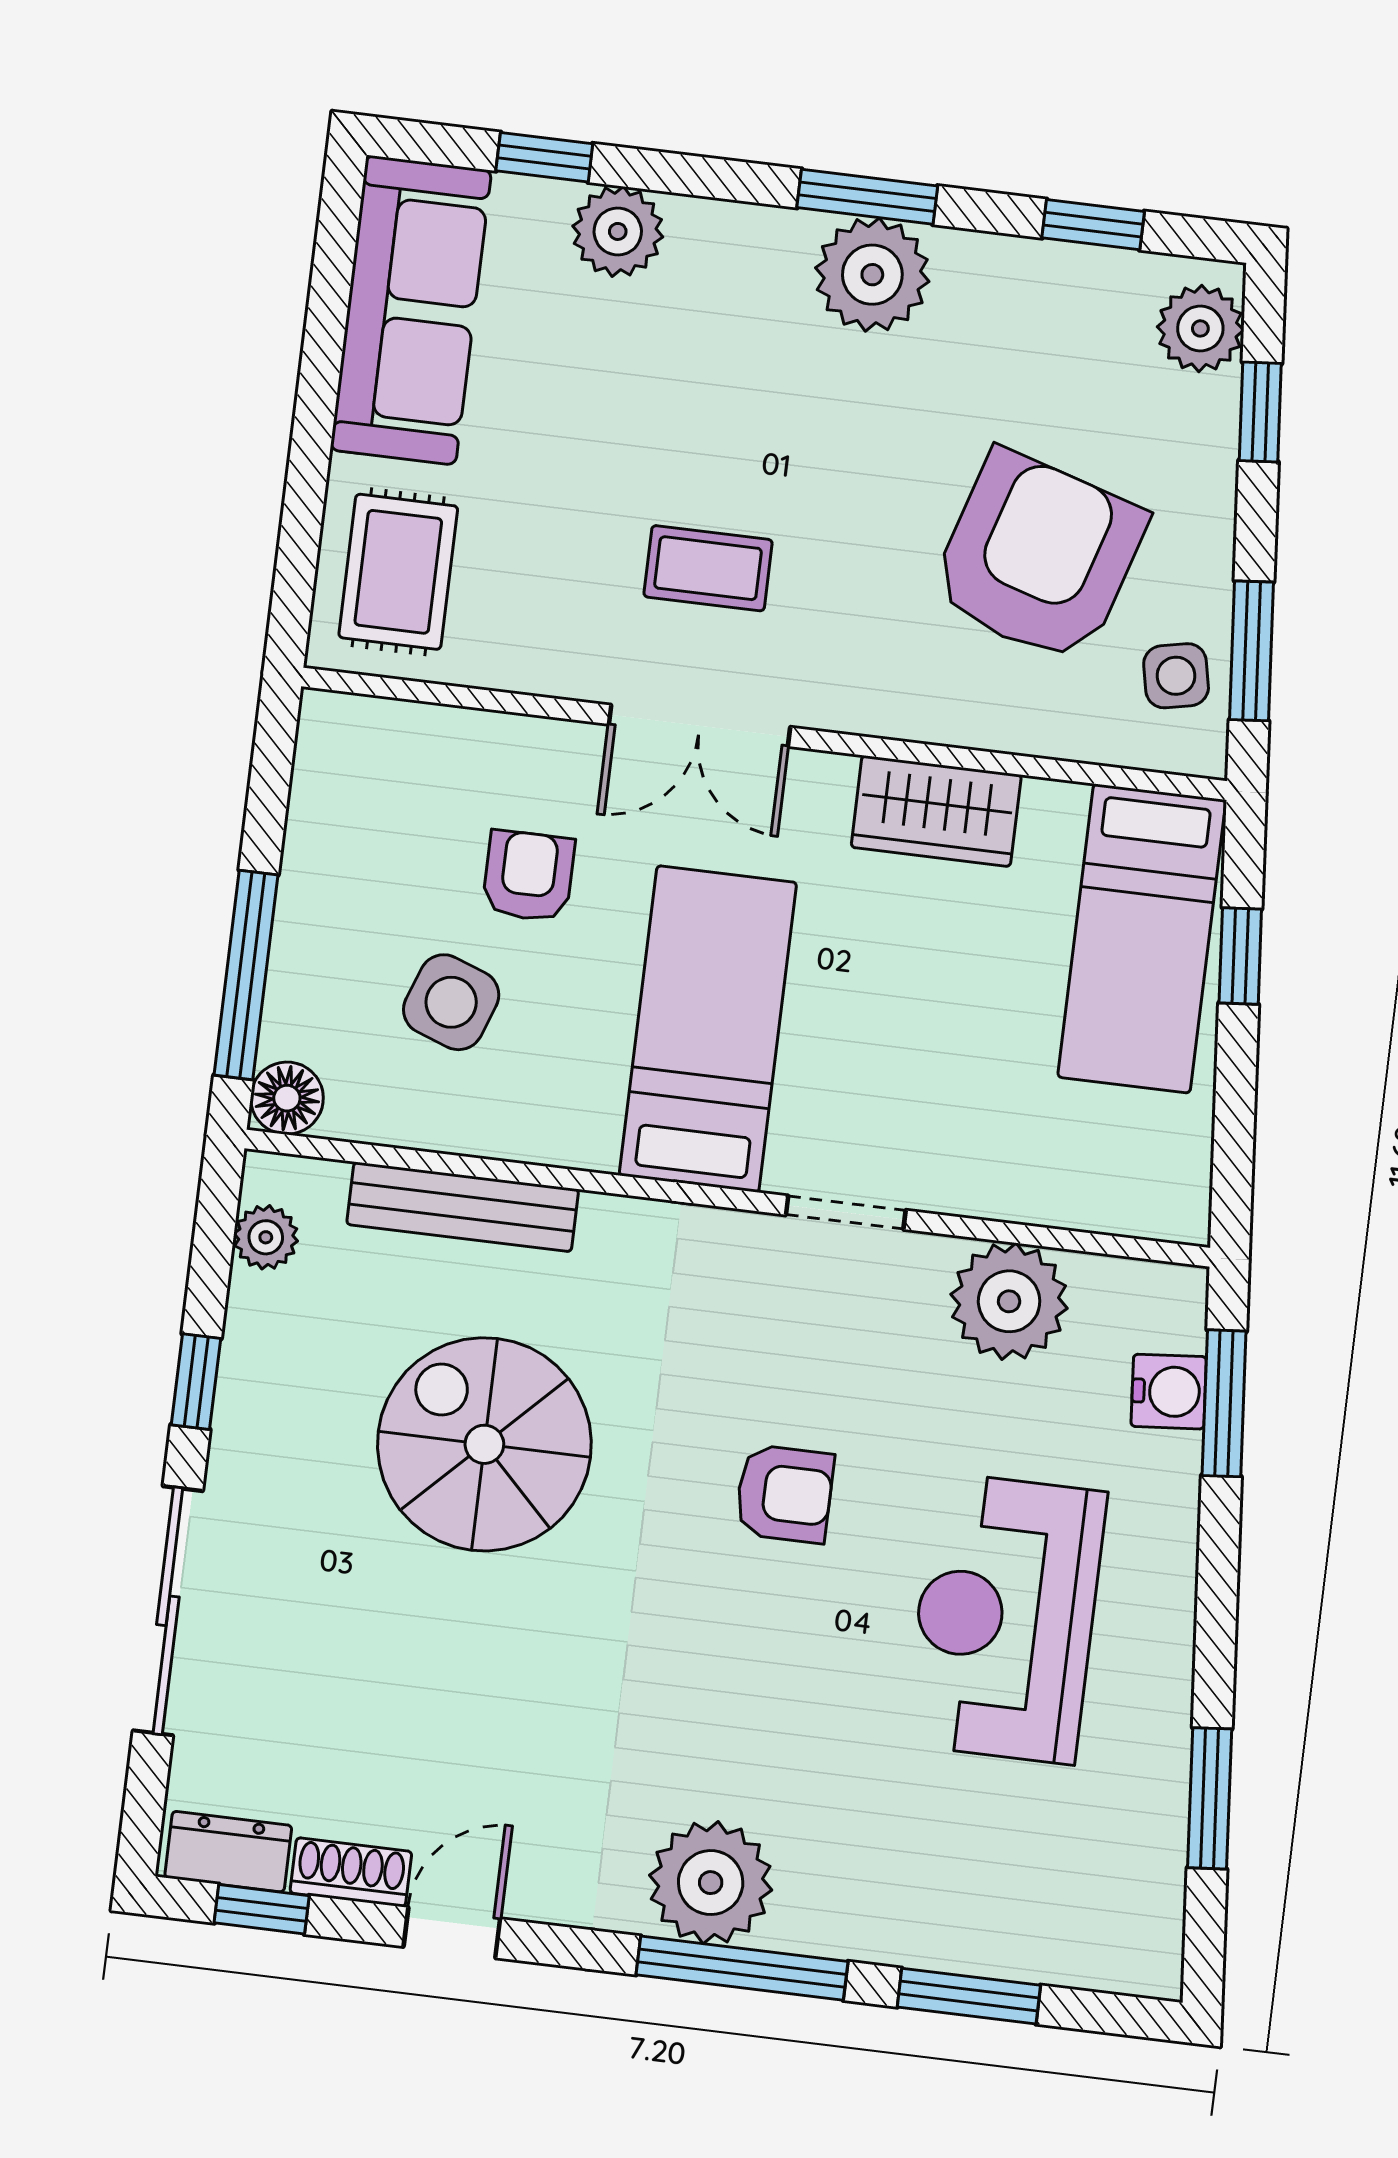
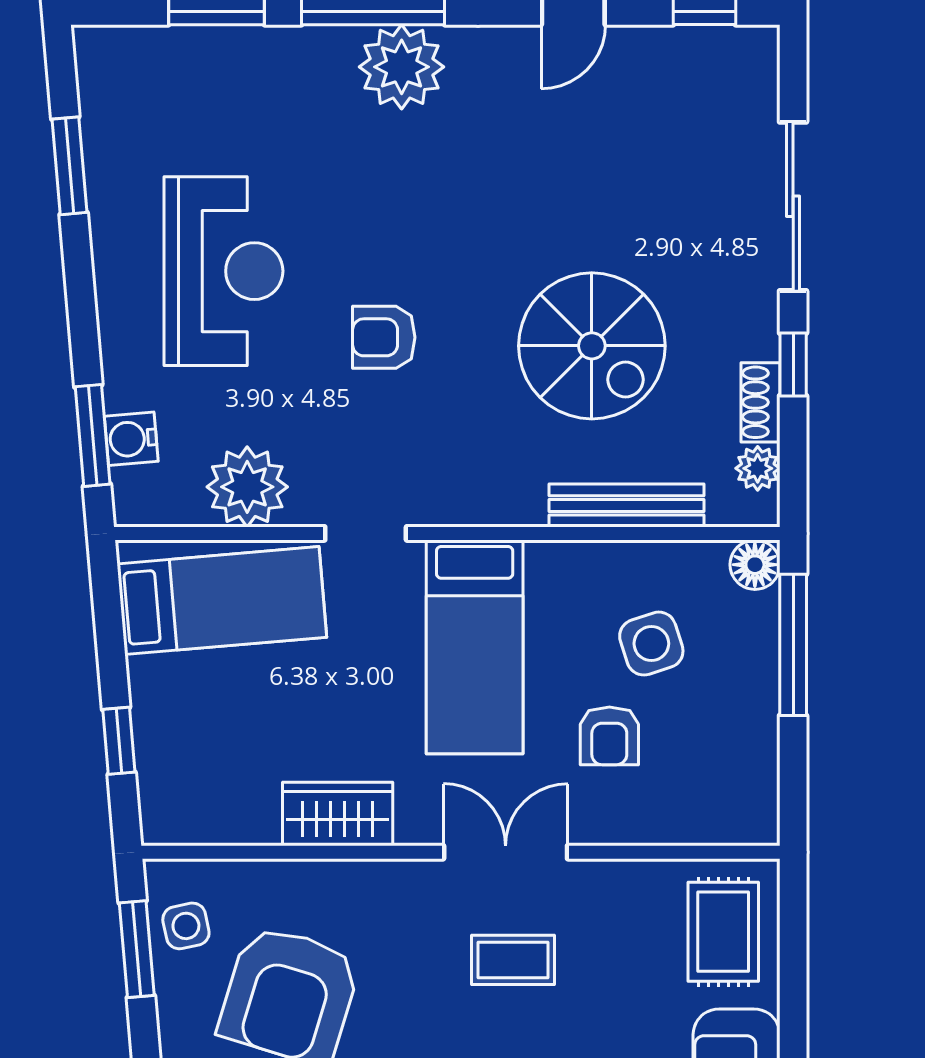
bed: (1142, 938) -> (222, 601), moved, turned 85
side table: (451, 1002) -> (651, 644), turned -38
dresser: (228, 1852) -> (732, 48), removed
shoe rack: (351, 1872) -> (760, 402), moved, turned 90

